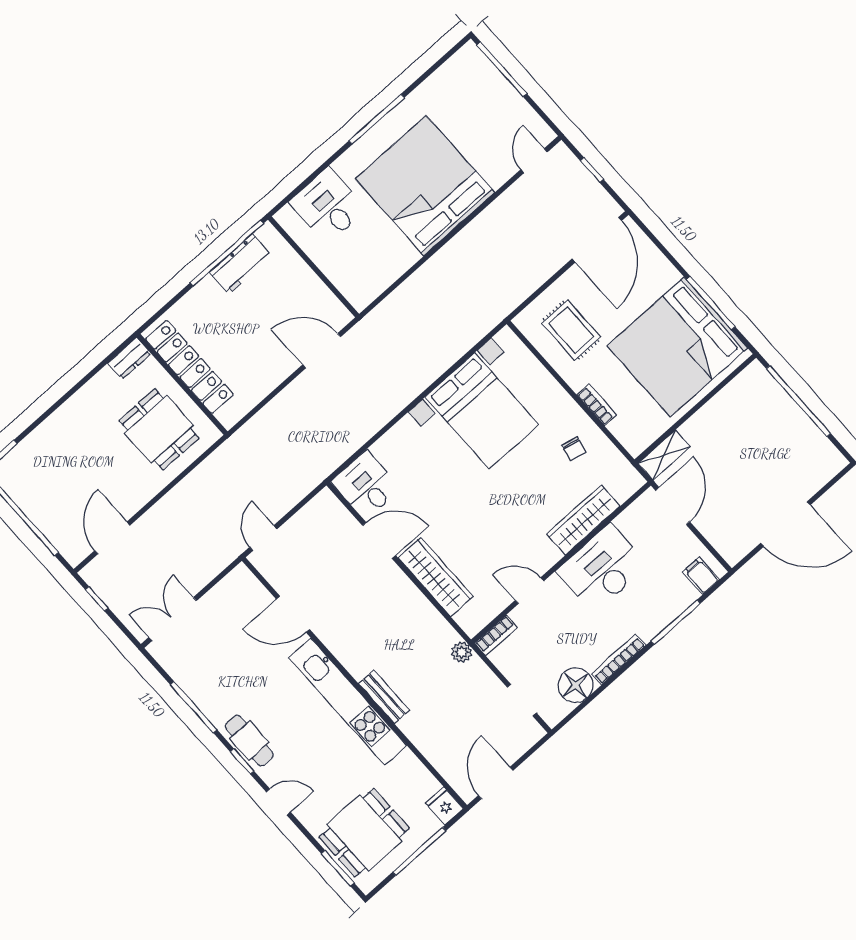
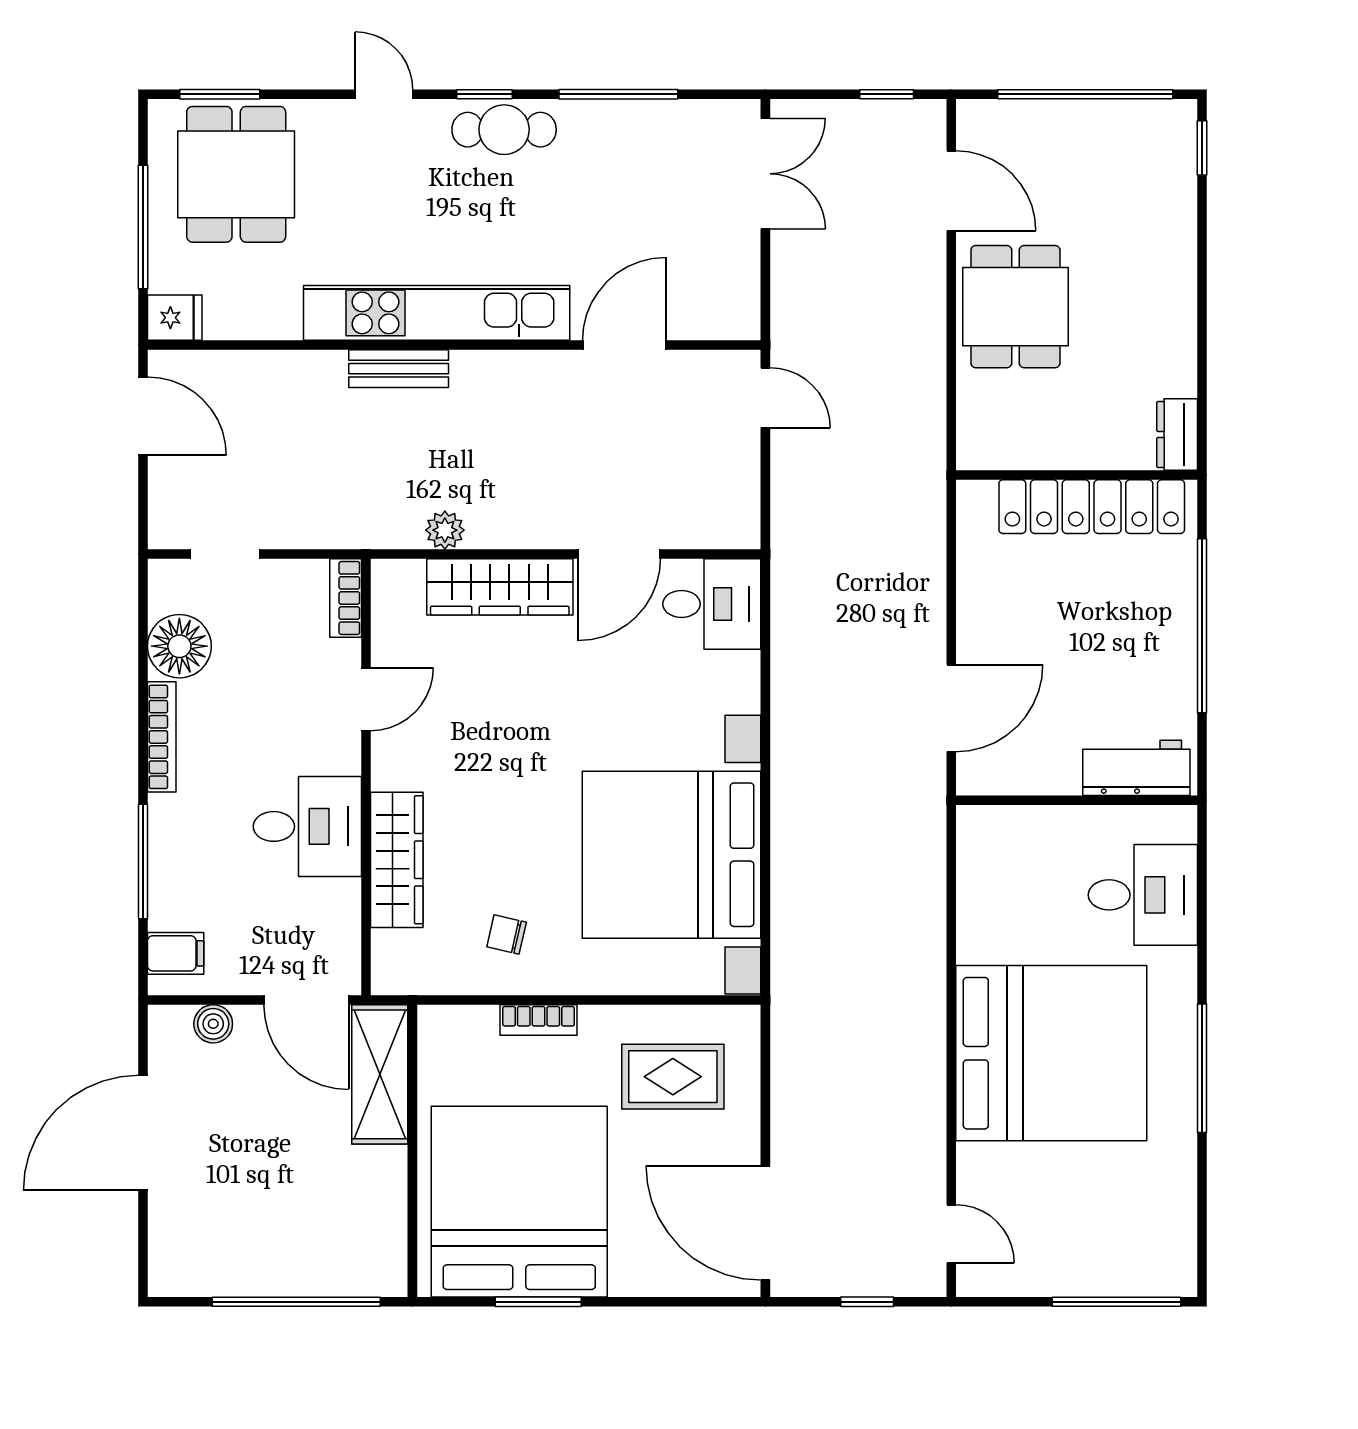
window: (227, 253) -> (1202, 626), moved
workbench: (241, 264) -> (1136, 768), moved, turned 90
window: (711, 303) -> (538, 1302), width x0.69
bed with nightstands: (482, 411) -> (672, 855), width x1.36
dining table: (159, 429) -> (1015, 307), moved, turned 90
shelving: (664, 455) -> (380, 1074), width x1.50, depth x1.33
boiler: (716, 535) -> (213, 1024), added
desk: (602, 568) -> (307, 826), width x0.73
plant: (462, 652) -> (445, 530), moved
door: (278, 802) -> (384, 94), swing flipped

